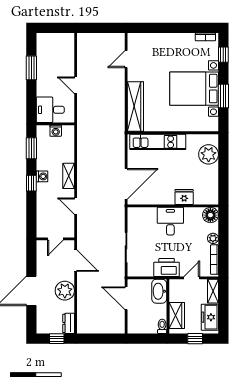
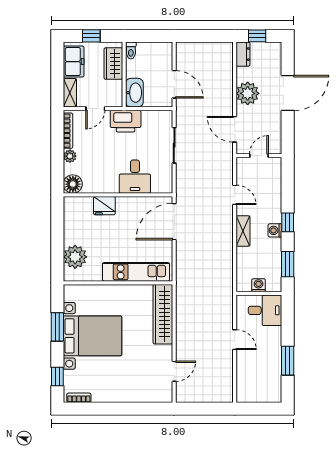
desk: (170, 221) -> (135, 177), moved

